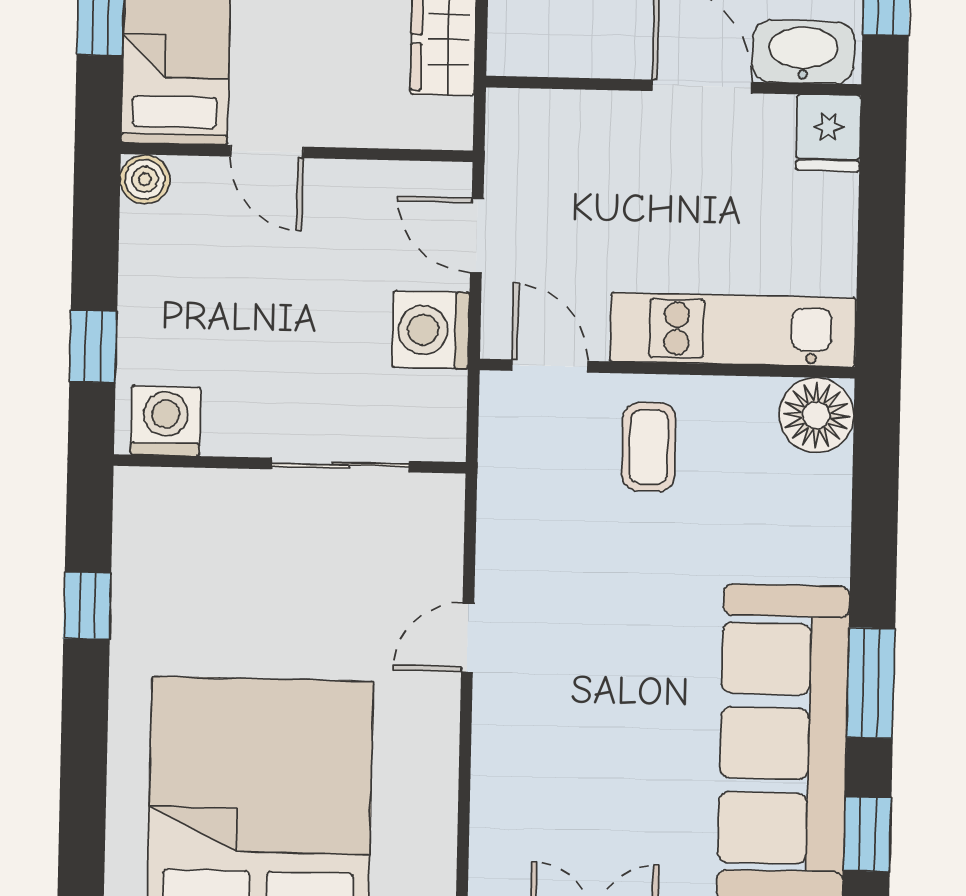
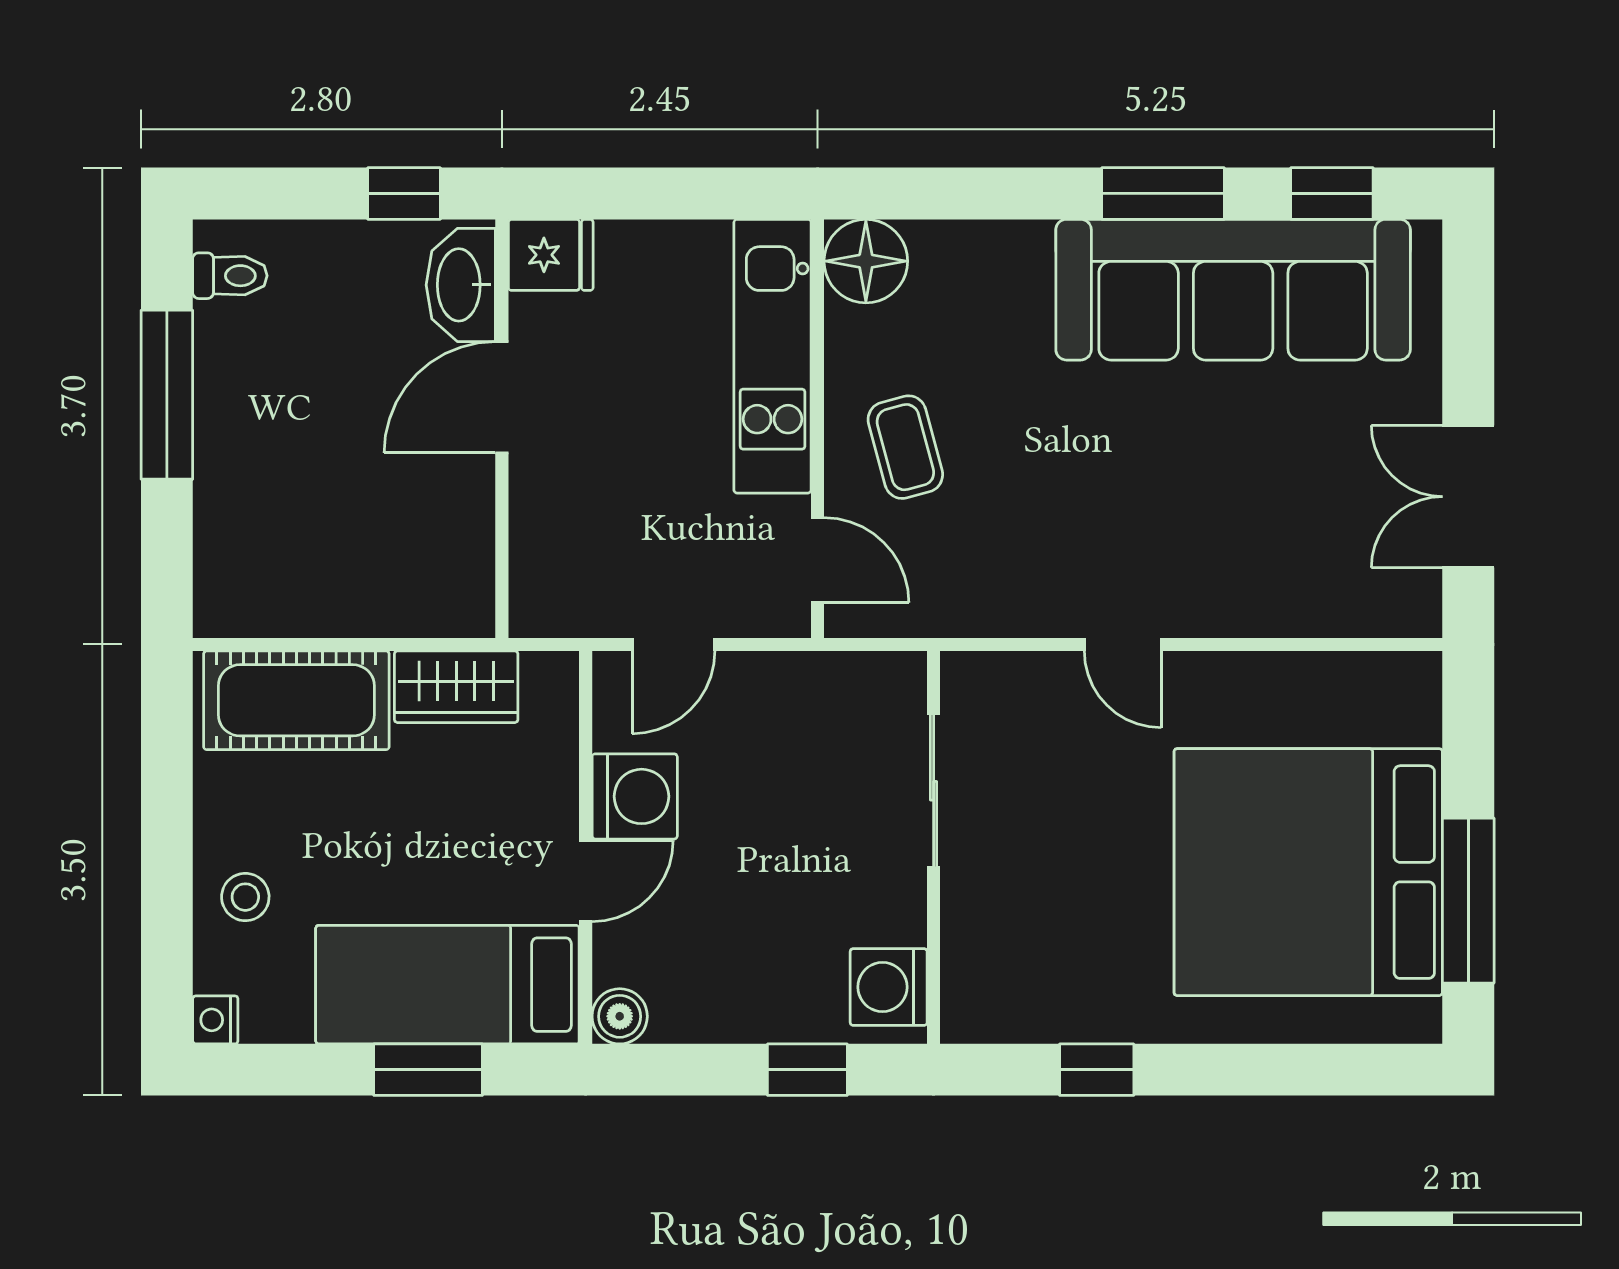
washing machine: (431, 330) -> (635, 796), moved, turned -90
door: (549, 366) -> (818, 560), swing flipped
coffee table: (649, 447) -> (905, 447), turned 75

